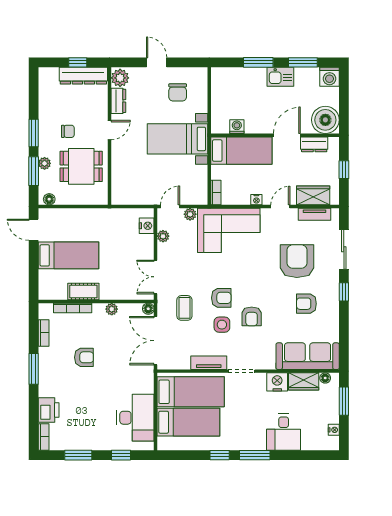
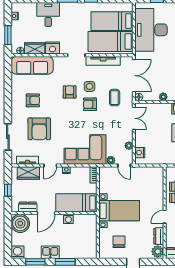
washing machine: (237, 127) -> (68, 219), moved
door: (170, 206) -> (124, 165), hinge flipped
window: (344, 292) -> (8, 108), removed
tv unit: (209, 363) -> (103, 61), width x1.41
desk: (135, 418) -> (151, 30), width x1.36, depth x1.30

